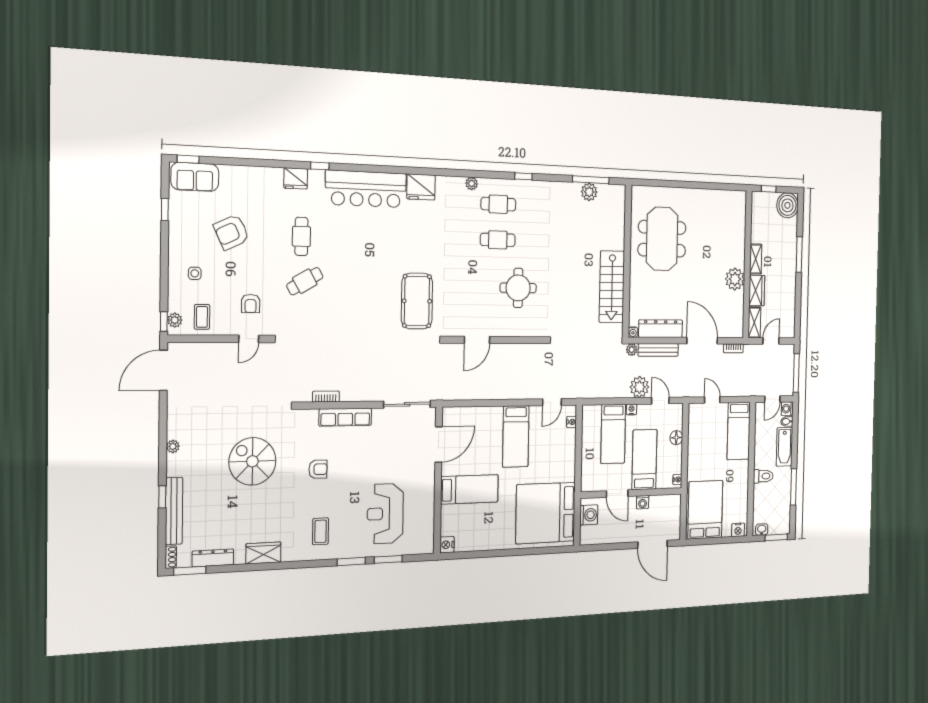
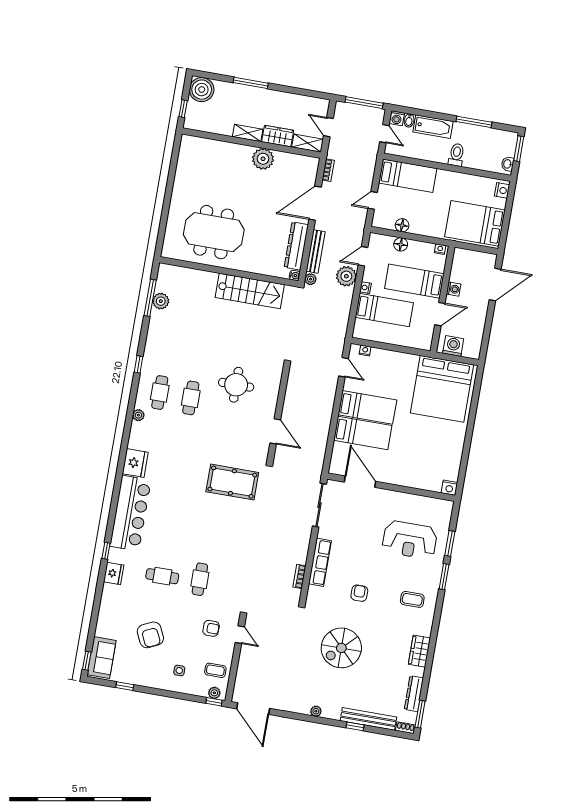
cafe table: (305, 281) -> (200, 579), turned 30
floor lamp: (694, 435) -> (402, 225), added
bed: (470, 489) -> (363, 433), moved, turned 90

